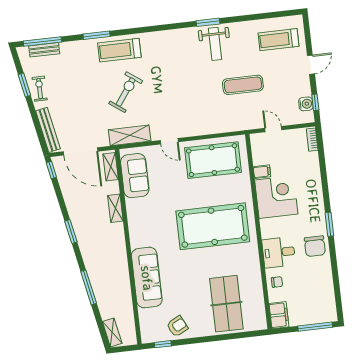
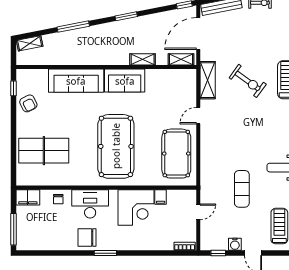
water cooler: (306, 104) -> (235, 244), moved
sofa: (135, 176) -> (125, 81), moved
desk: (279, 252) -> (90, 204), width x1.37

